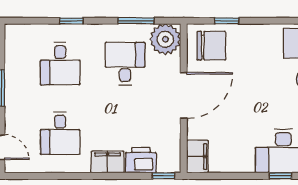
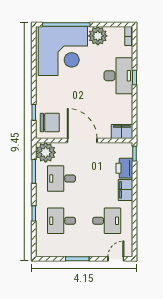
chair: (211, 46) -> (50, 122), turned 90
desk: (60, 64) -> (61, 221), turned 180

